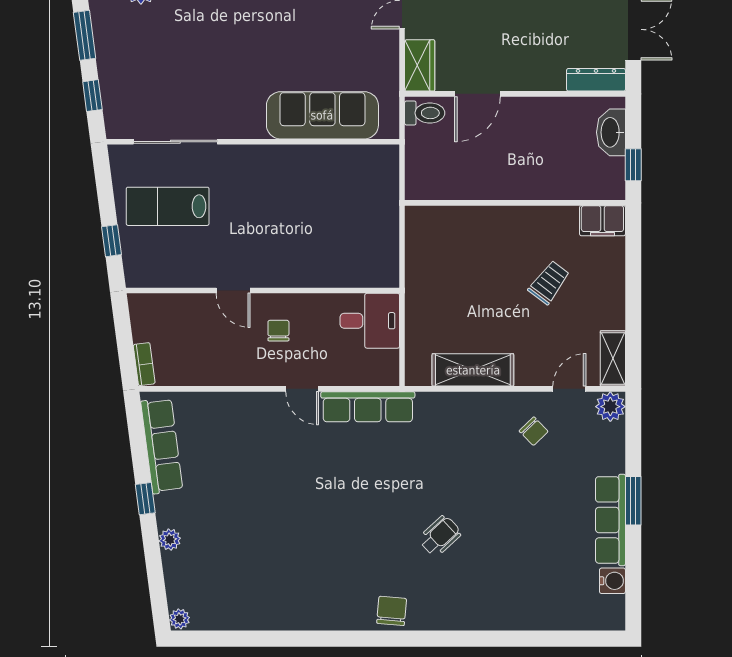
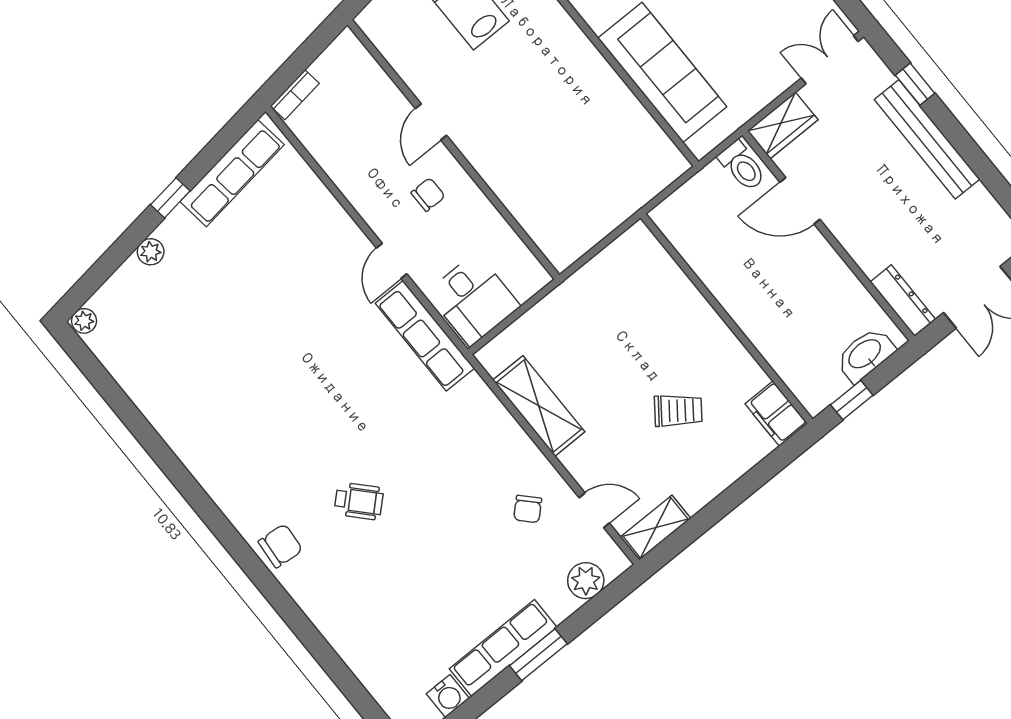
desk: (370, 321) -> (473, 299), moved
plant: (610, 407) -> (586, 581), moved
chair: (392, 611) -> (280, 546), moved

